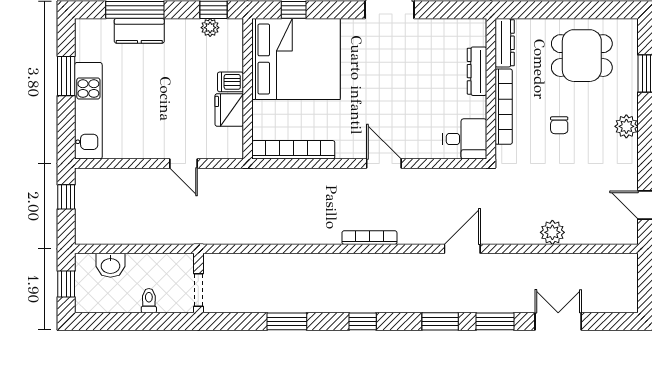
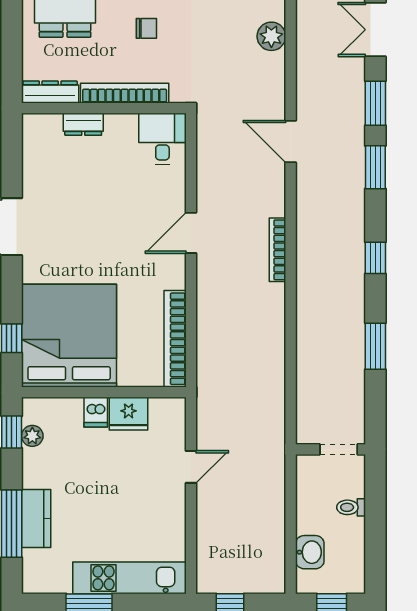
dresser: (477, 71) -> (83, 124), width x0.70

